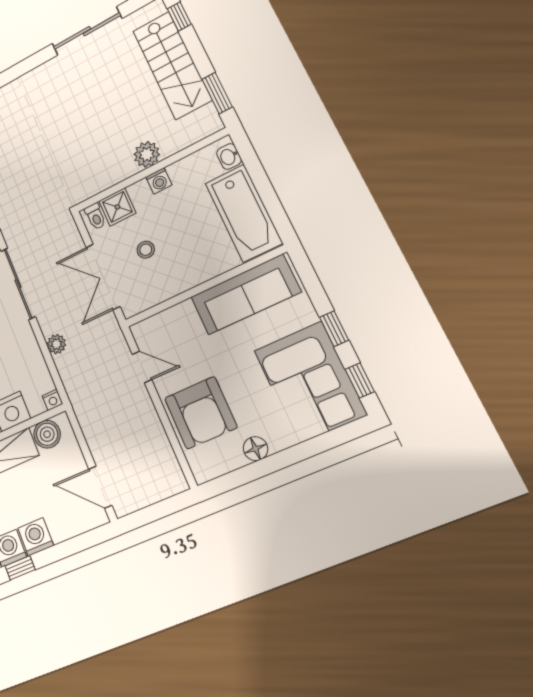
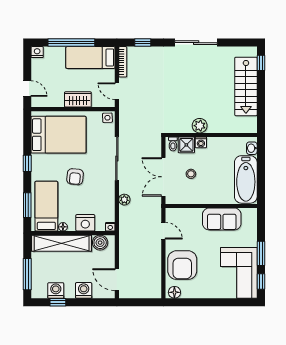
sliding door: (87, 31) -> (196, 43), moved
window: (217, 93) -> (261, 113), removed
plant: (147, 154) -> (200, 126), moved
washing machine: (159, 181) -> (201, 142), moved
sofa: (245, 295) -> (222, 219), width x0.73
window: (334, 329) -> (261, 253), width x1.50
floor lamp: (255, 449) -> (174, 292), moved
washing machine: (36, 537) -> (84, 290), moved

